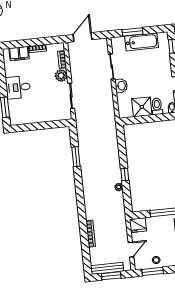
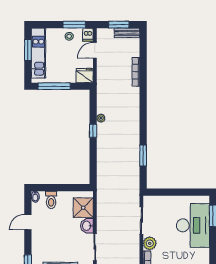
desk: (18, 87) -> (193, 225), width x1.87, depth x1.30
shower: (142, 107) -> (83, 208), moved
dishwasher: (139, 263) -> (88, 35), added
bench: (107, 268) -> (127, 33), width x0.73

